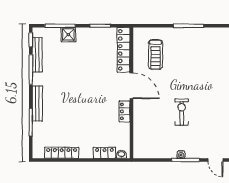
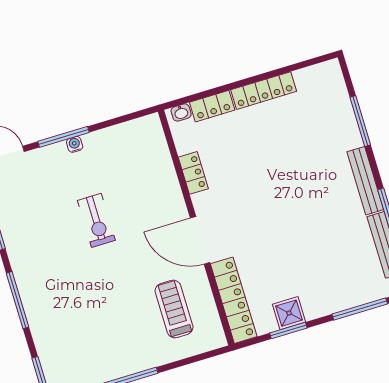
shower: (68, 35) -> (289, 313), moved
bench: (37, 103) -> (365, 181), moved
locker: (125, 111) -> (193, 173), moved
locker: (62, 153) -> (264, 91), moved

